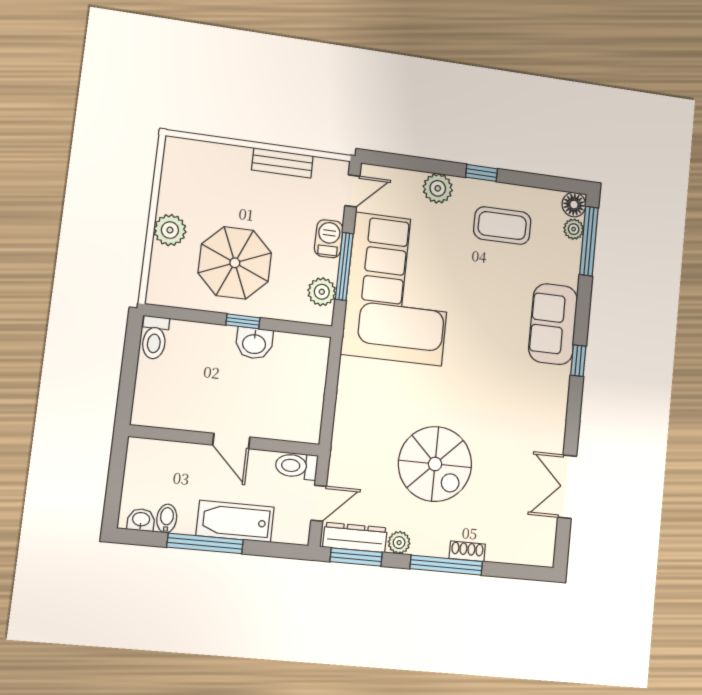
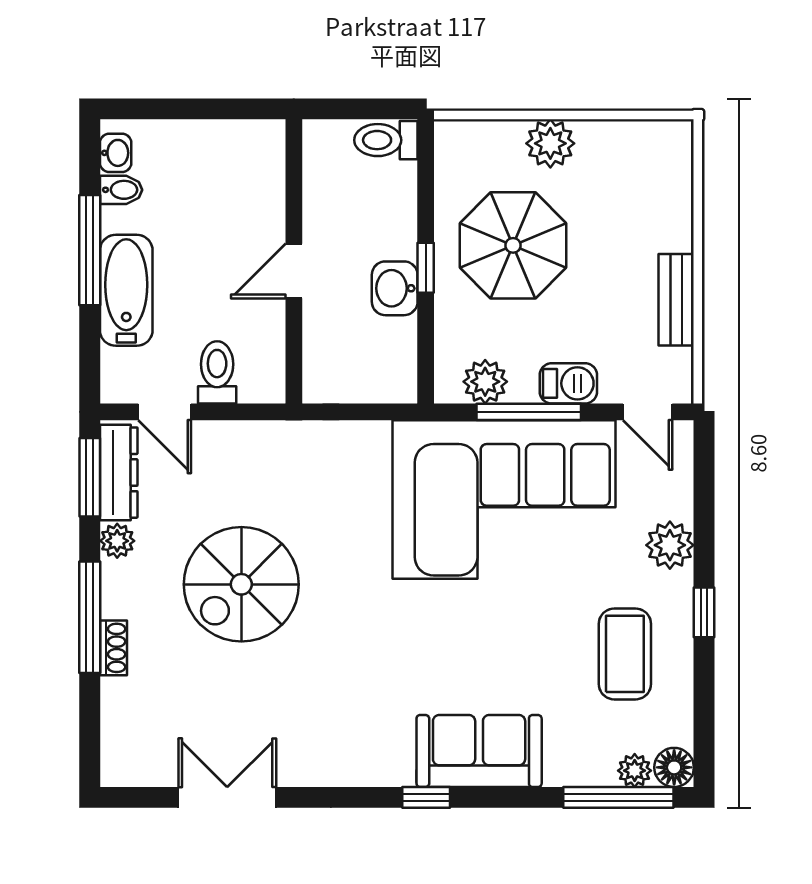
wall: (225, 440) -> (294, 261), moved
door: (231, 441) -> (294, 271), moved

